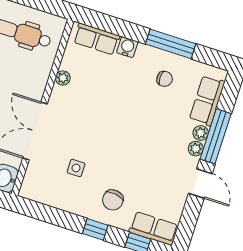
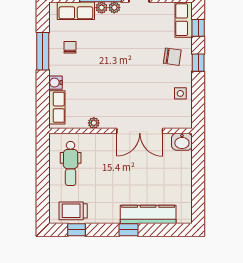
side table: (76, 168) -> (180, 93), moved

